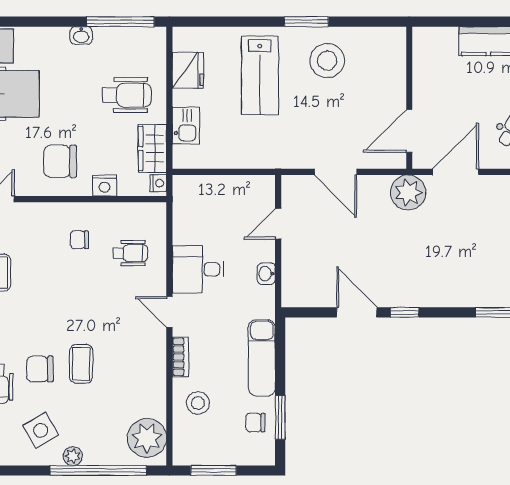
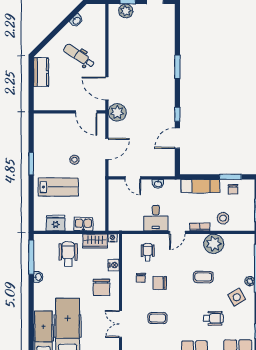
stool: (327, 61) -> (75, 160), moved, width x0.53, depth x0.53
chair: (40, 369) -> (160, 283), moved, turned 90
plant: (147, 438) -> (214, 244), moved

